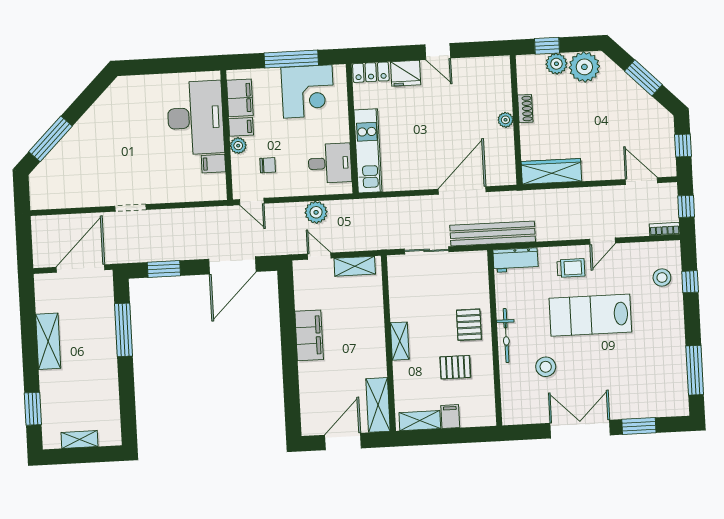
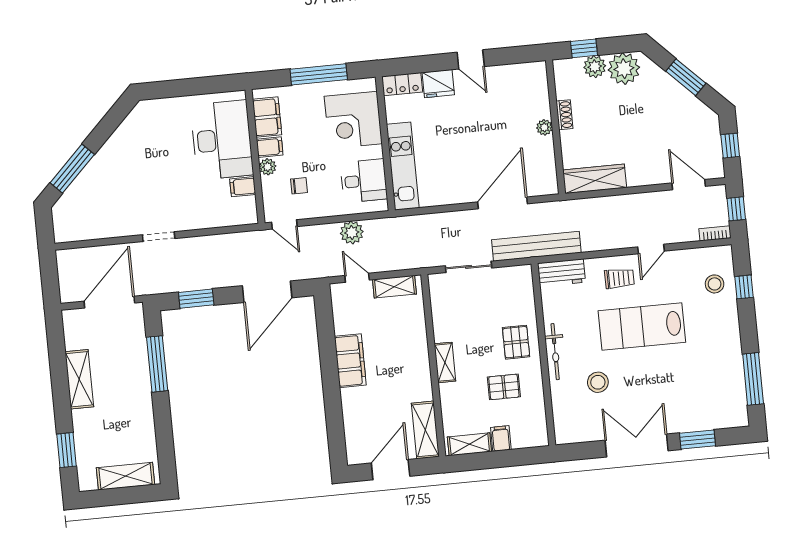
corner desk: (308, 91) -> (353, 120), moved, turned 90
shelving: (79, 439) -> (126, 476), width x1.50, depth x1.33

